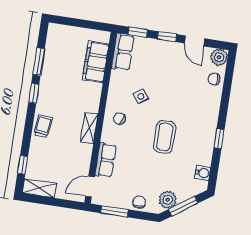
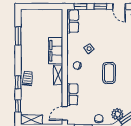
filing cabinet: (96, 62) -> (56, 51), moved
window: (34, 93) -> (18, 82), moved

